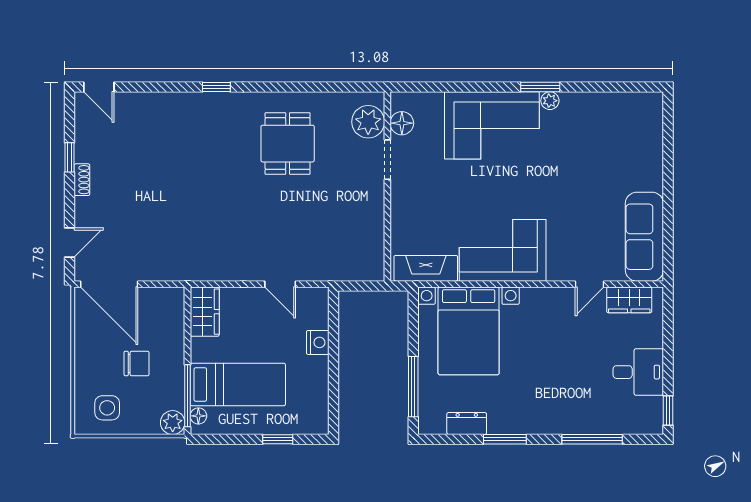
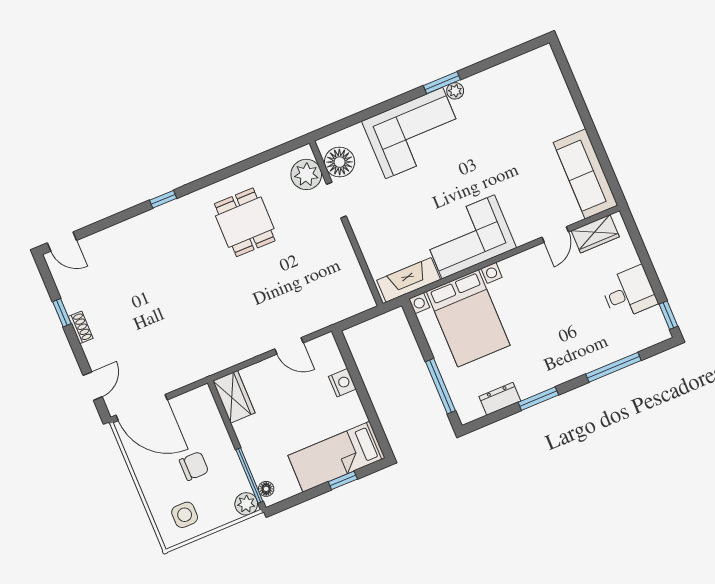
floor lamp: (402, 123) -> (340, 162), width x1.38, depth x1.38
bed: (238, 385) -> (336, 457), moved, turned 180

